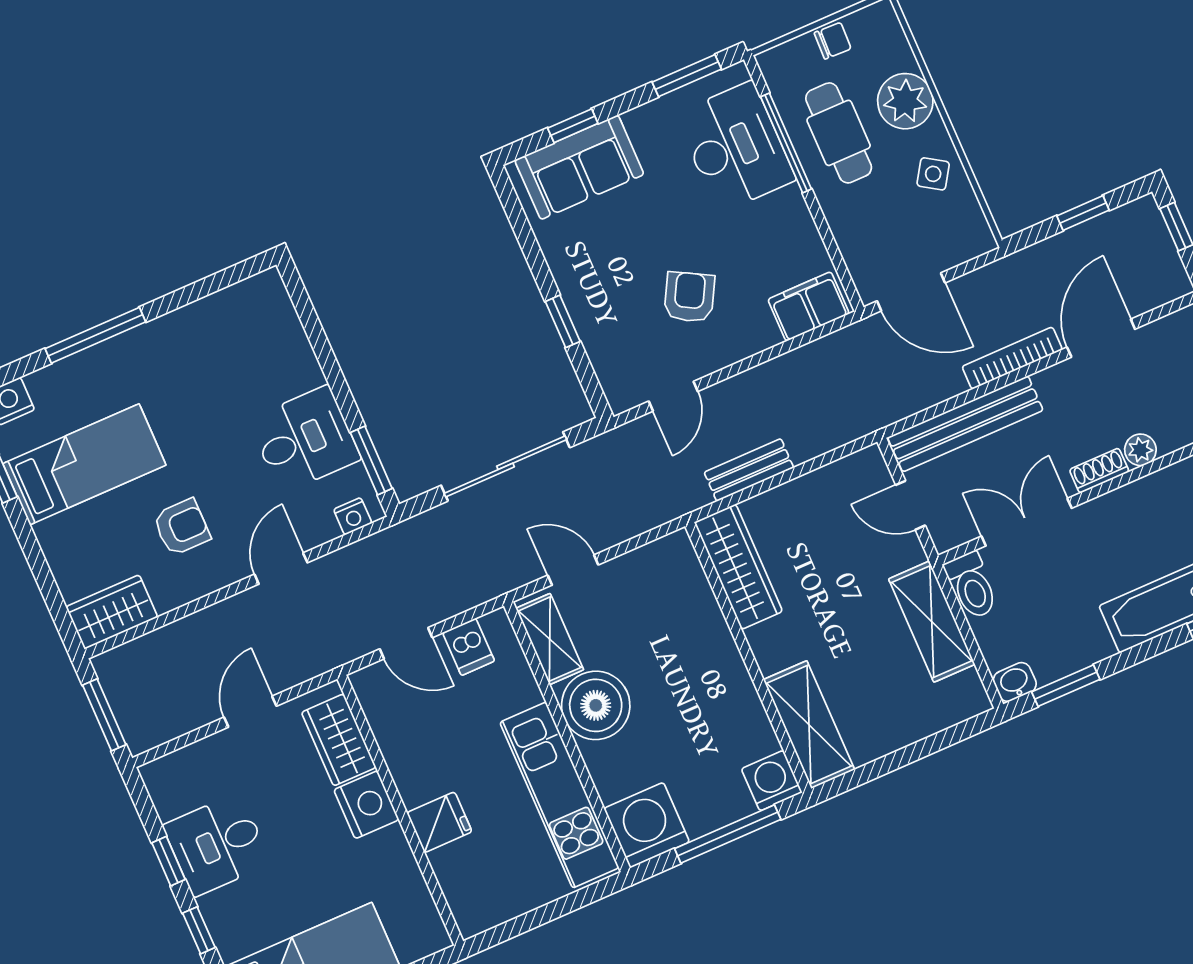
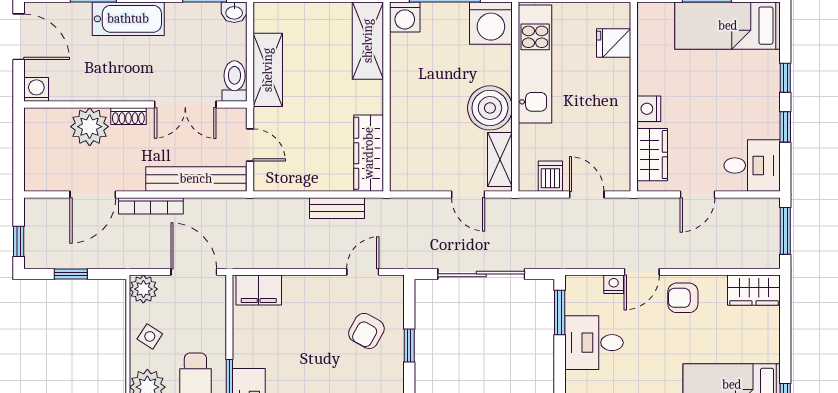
plant: (971, 237) -> (143, 289), added
armchair: (689, 297) -> (366, 331), moved
plant: (1140, 450) -> (90, 127), width x1.87, depth x1.87
nightstand: (353, 516) -> (614, 284), moved
armchair: (182, 527) -> (683, 298), moved
nightstand: (366, 805) -> (649, 109), width x0.74, depth x0.75
fridge: (439, 822) -> (614, 43), moved
desk: (217, 844) -> (752, 166), moved

